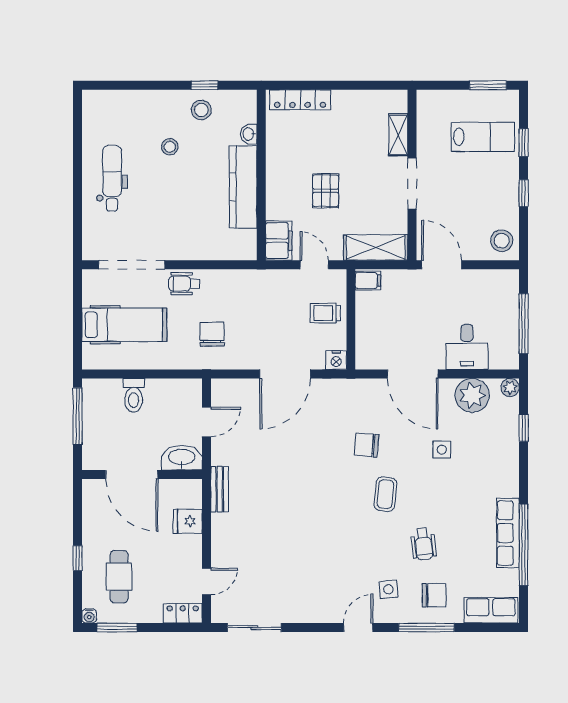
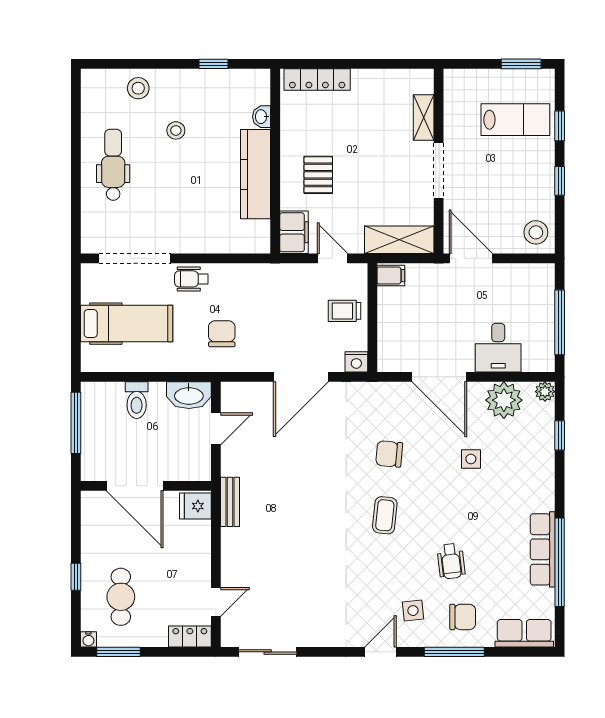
stool: (201, 110) -> (138, 88), moved
pallet: (326, 191) -> (318, 175), moved
washbasin: (182, 458) -> (189, 395), moved, turned 180
coffee table: (385, 494) -> (385, 515), moved
fridge: (188, 521) -> (195, 506), moved

